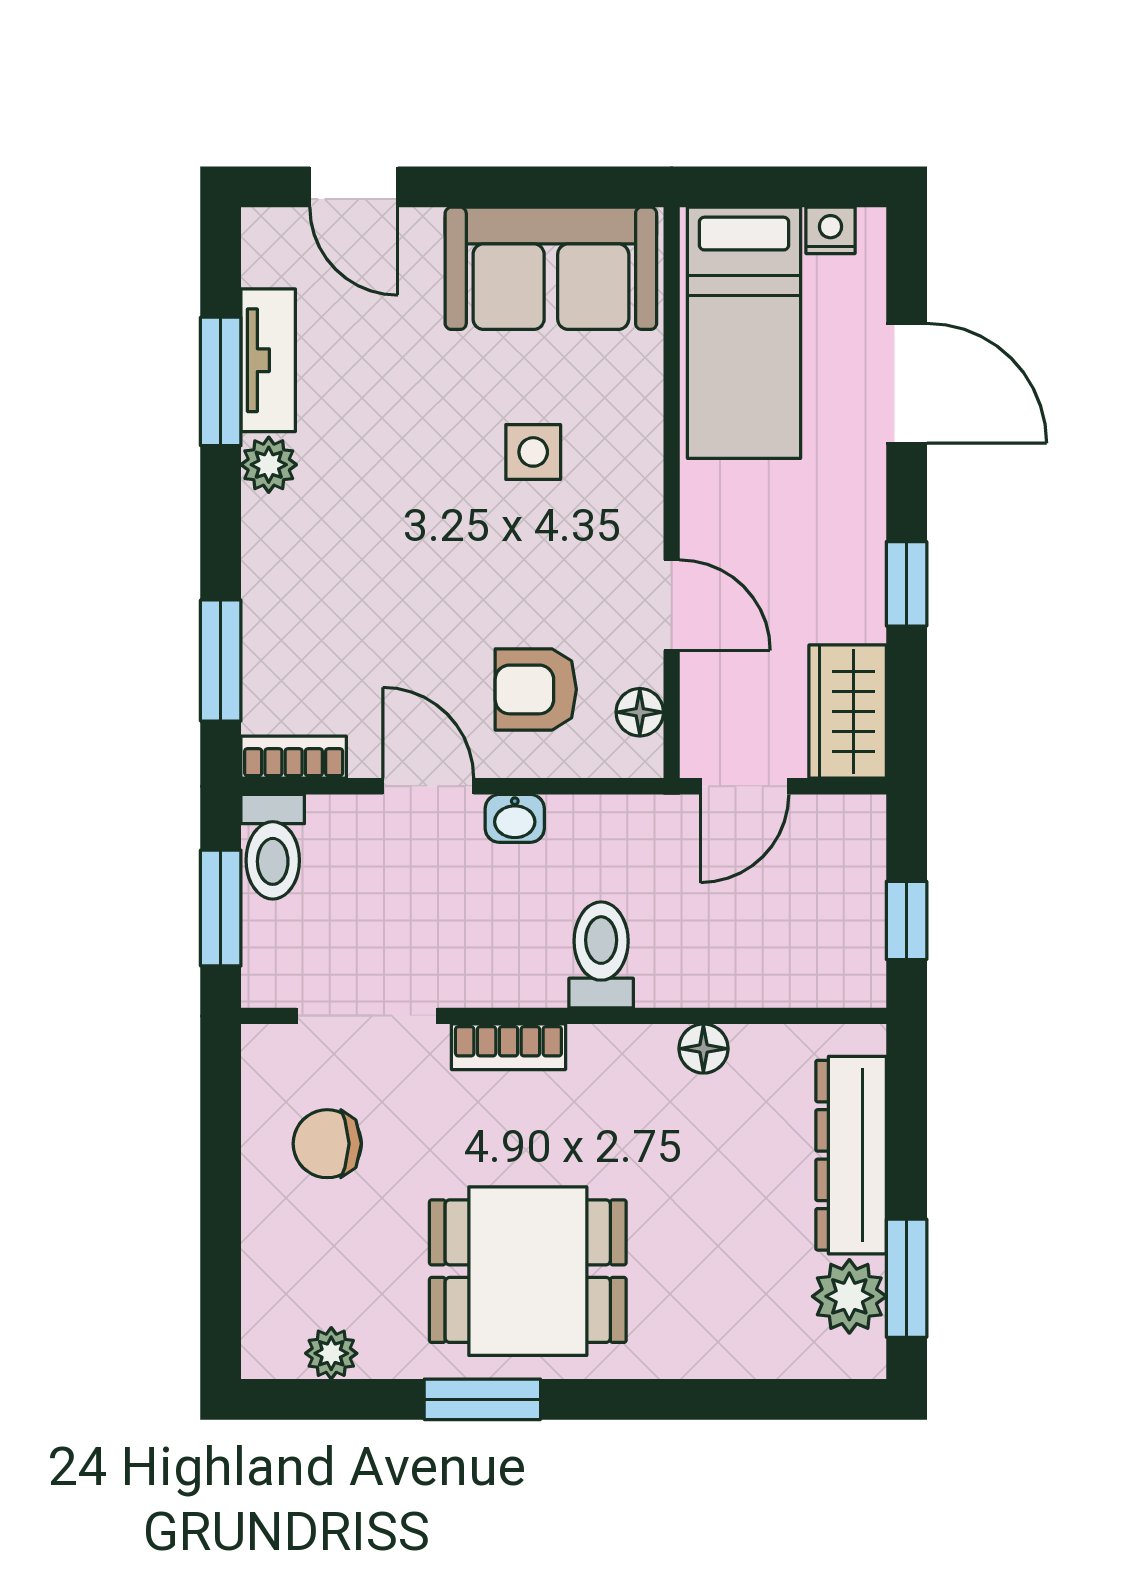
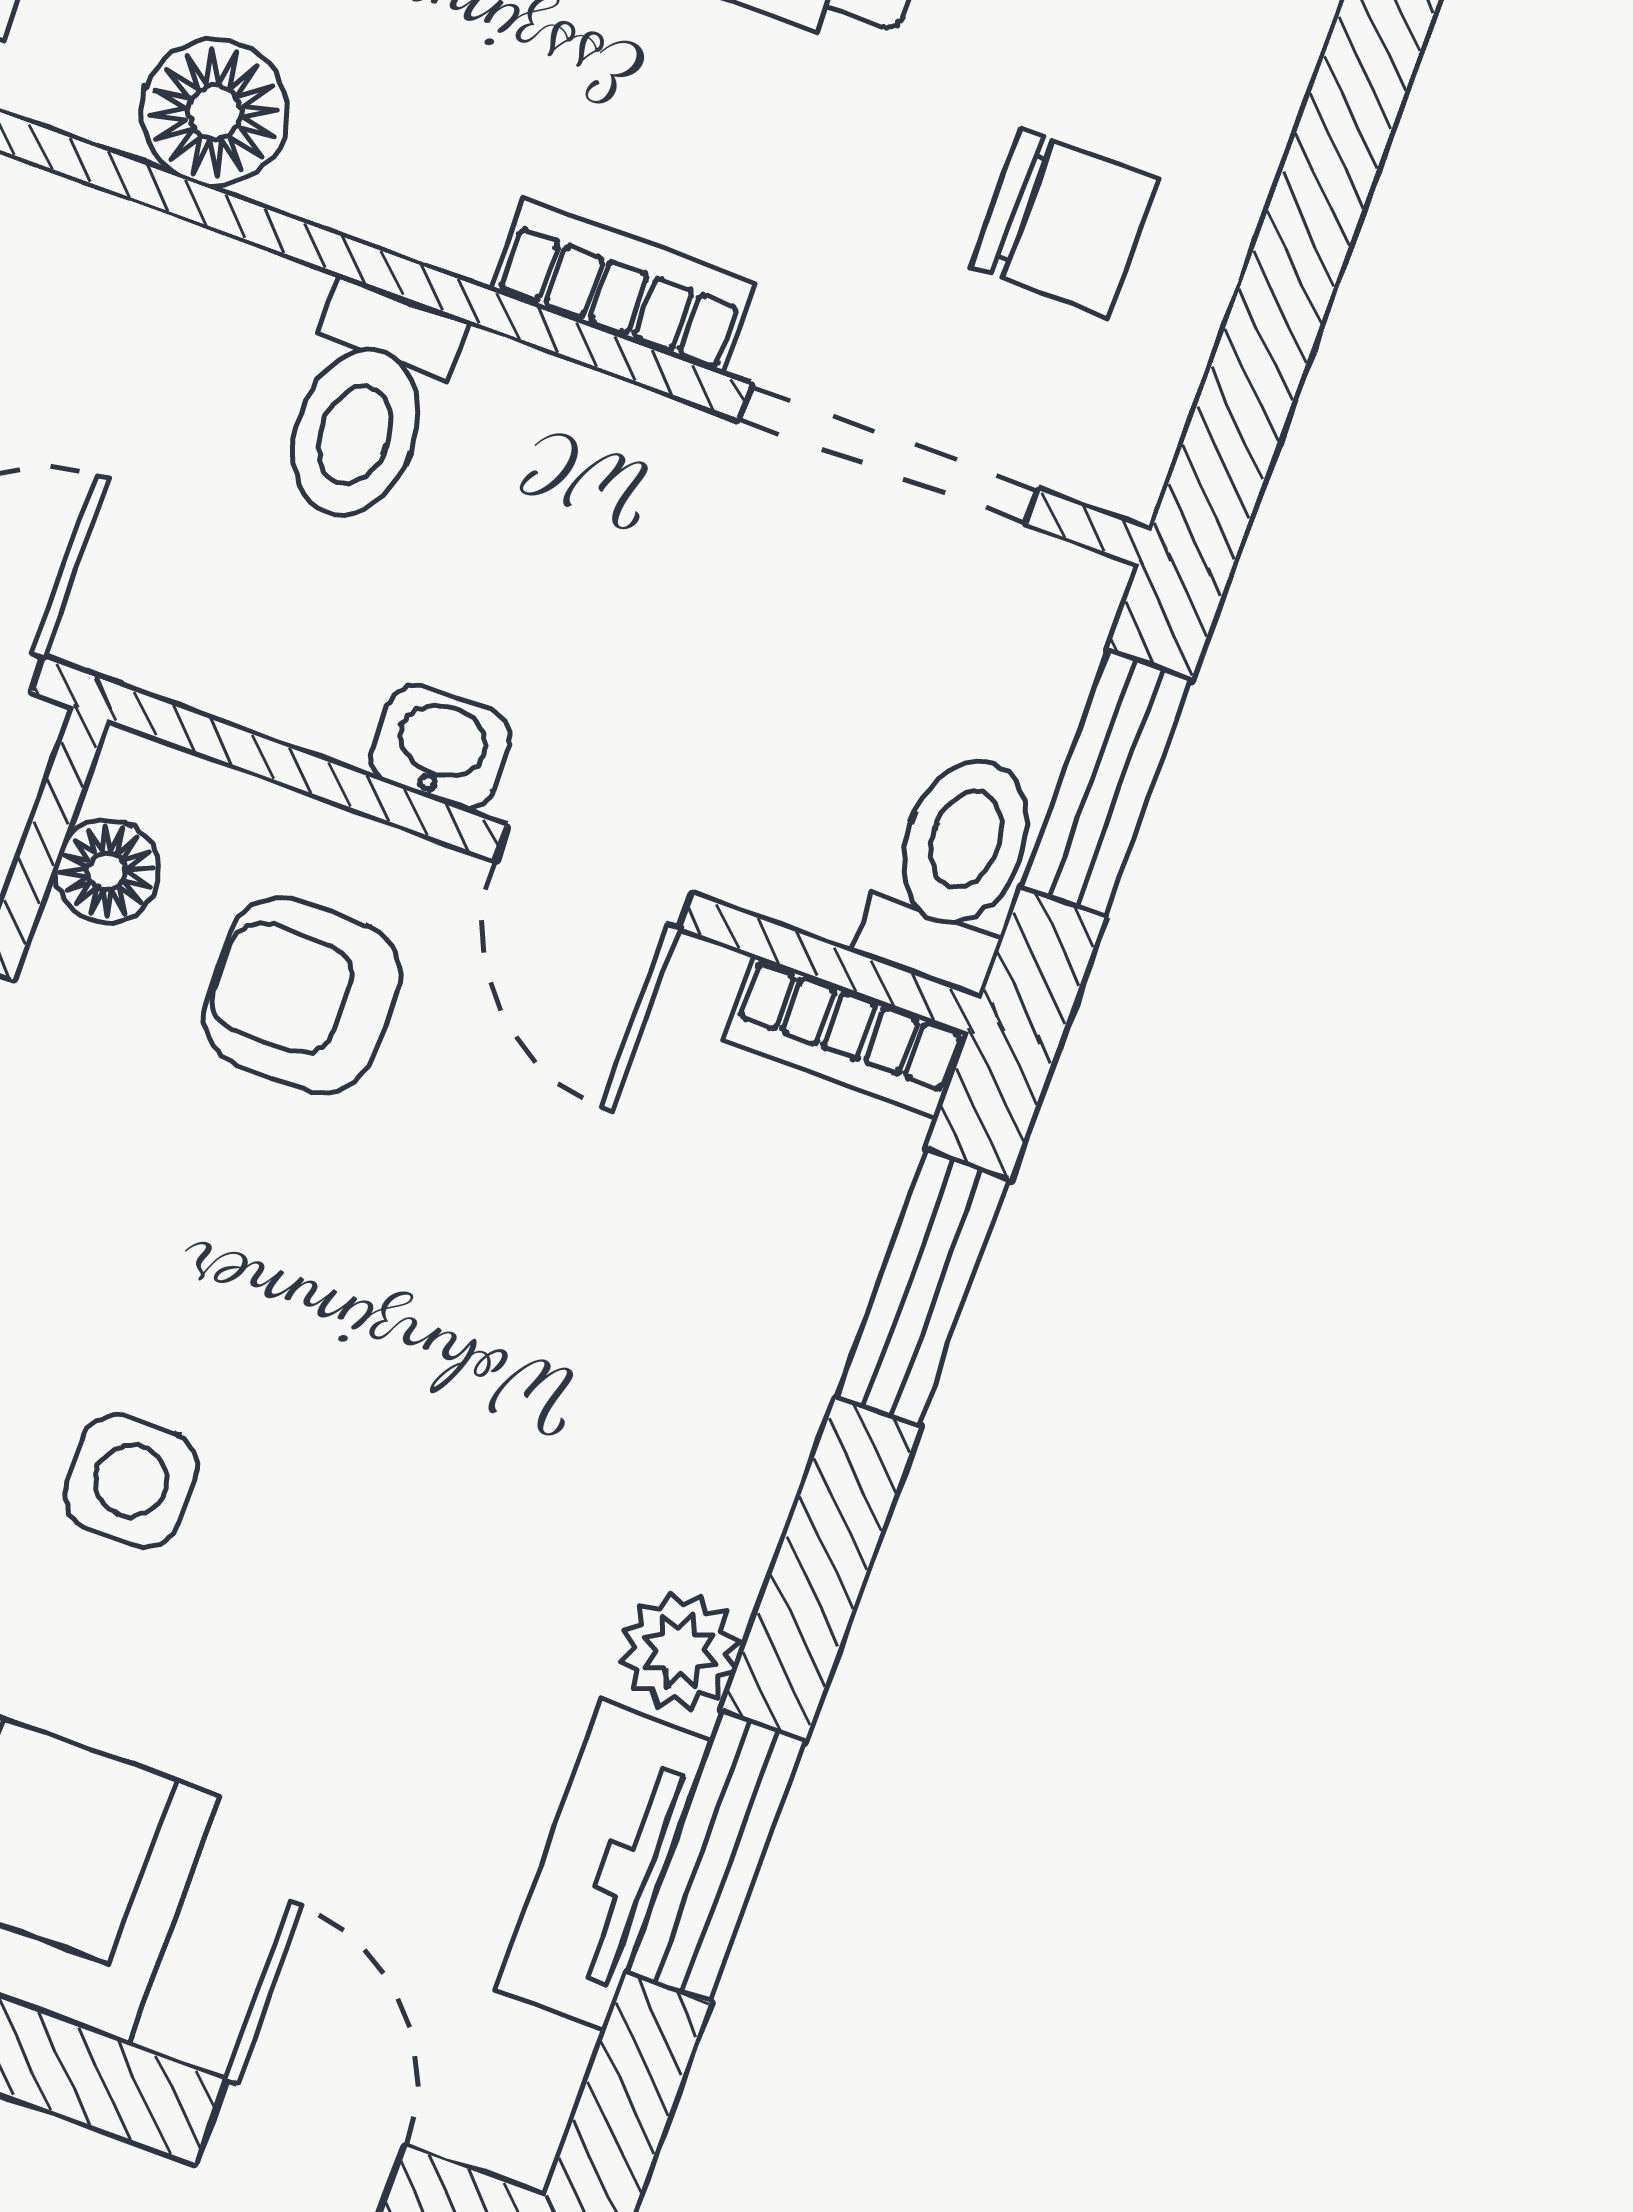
armchair: (536, 689) -> (302, 995), turned 180
floor lamp: (703, 1049) -> (215, 113), width x1.37, depth x1.37

